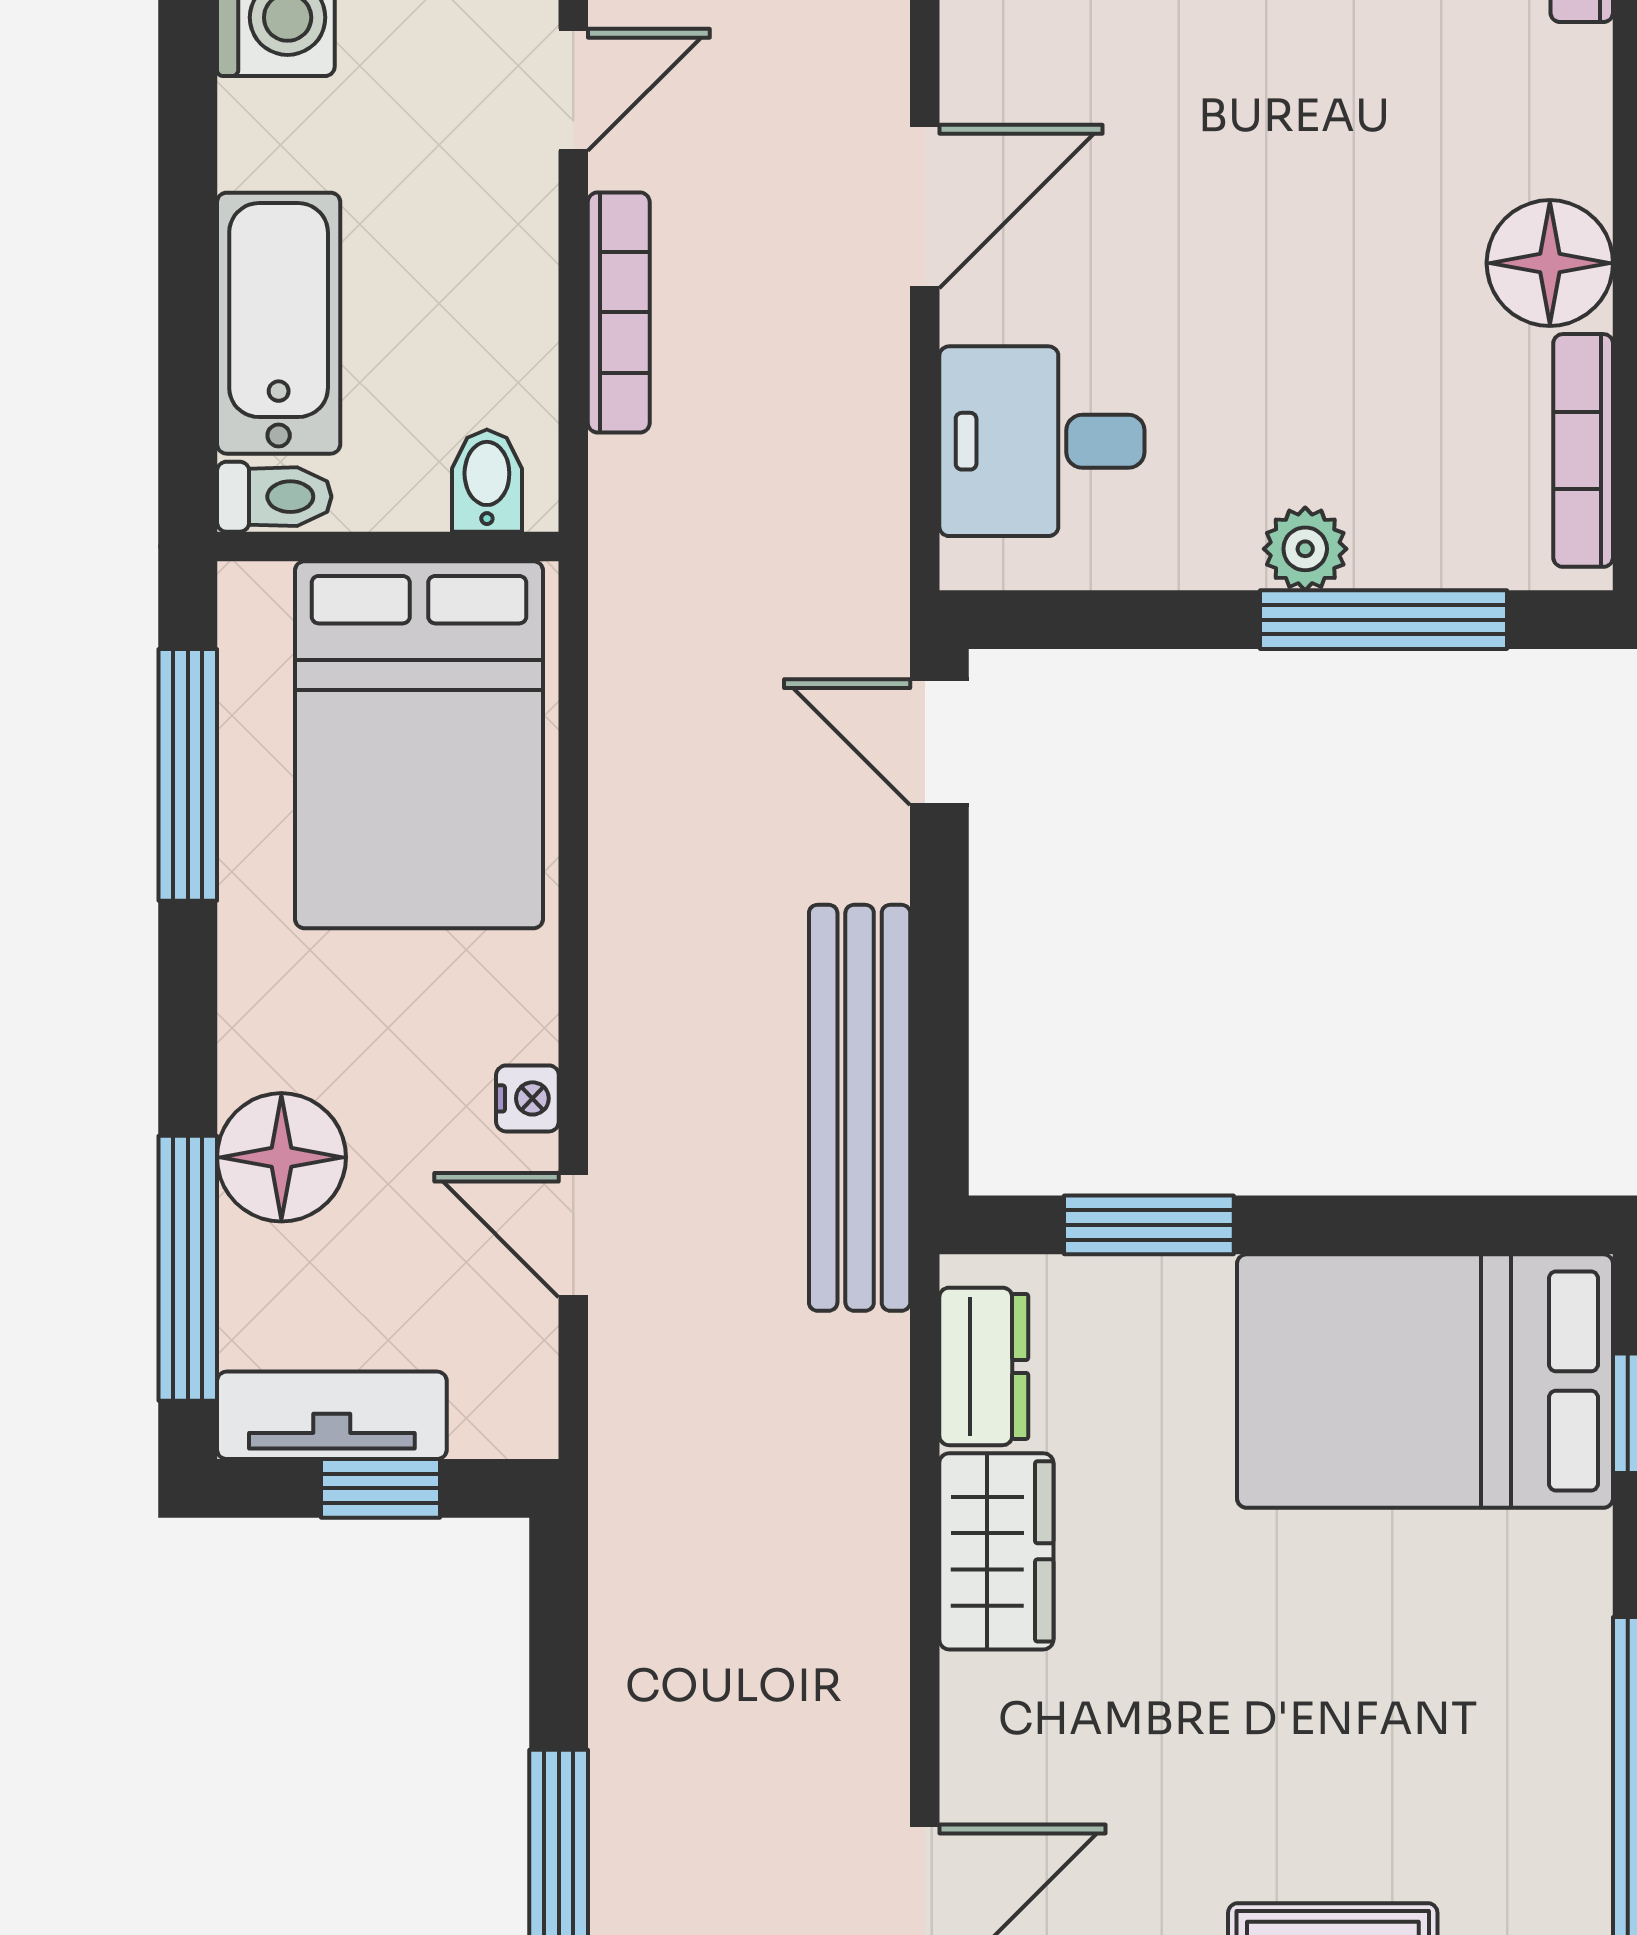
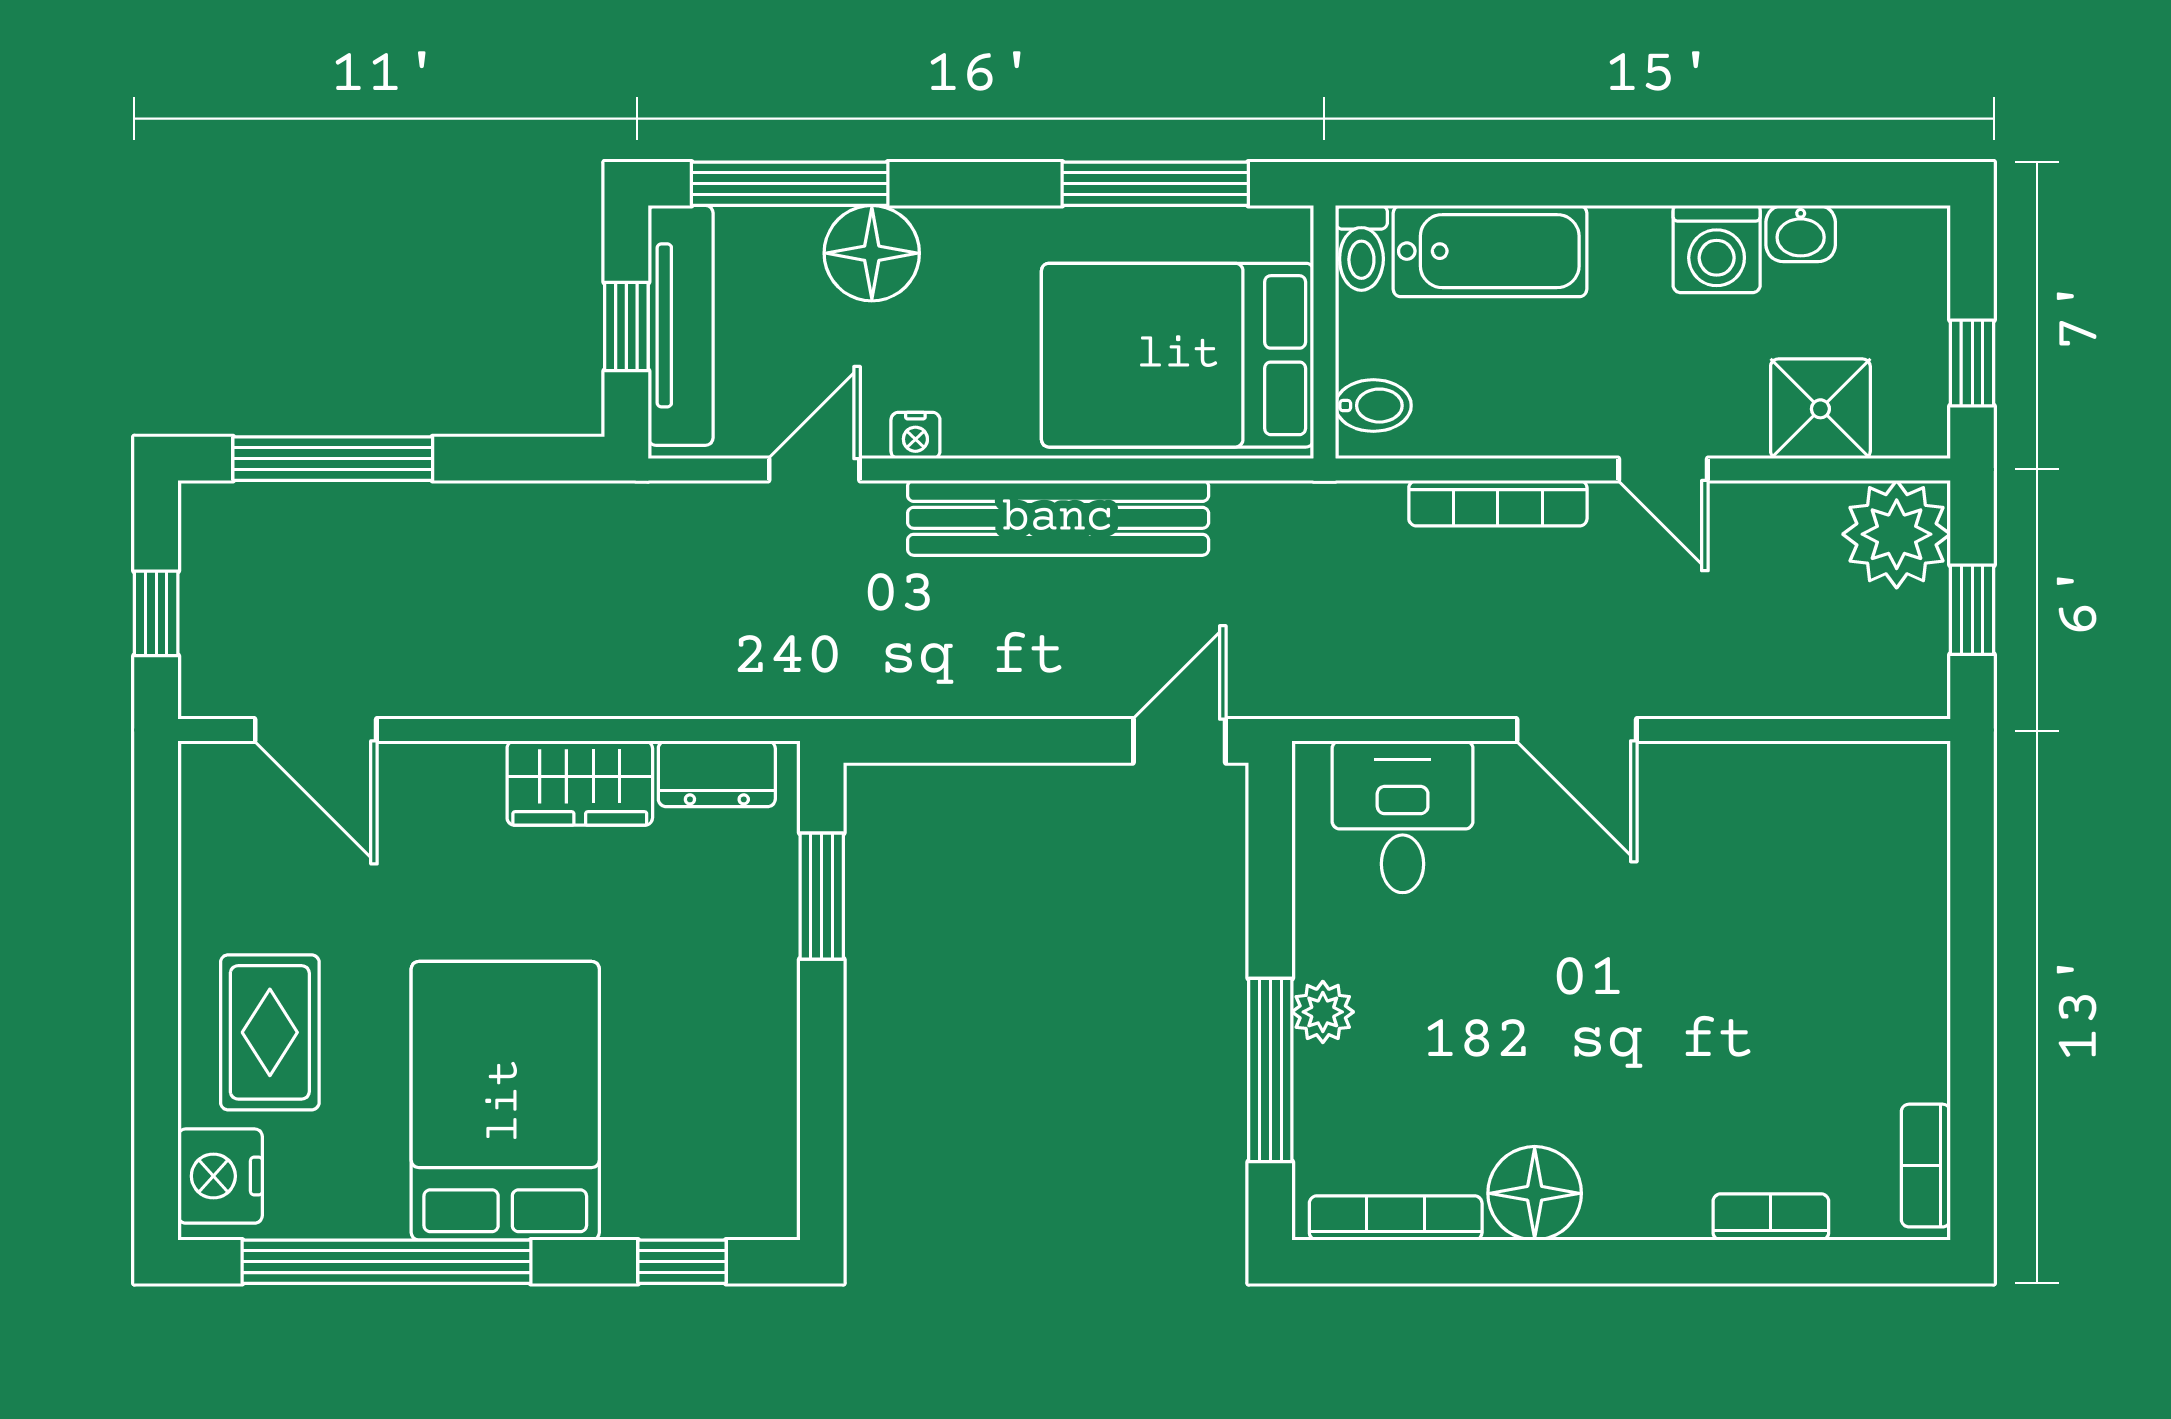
bench: (860, 1108) -> (1058, 518), moved
bed: (1425, 1381) -> (505, 1101), moved
tv unit: (332, 1415) -> (681, 325), width x1.41

